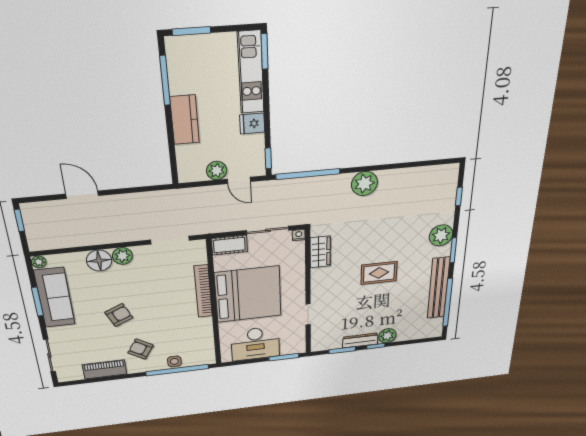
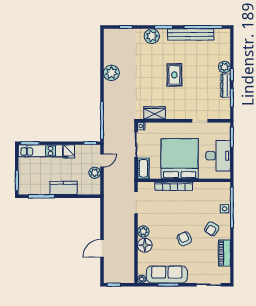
plant: (364, 184) -> (111, 73), moved

